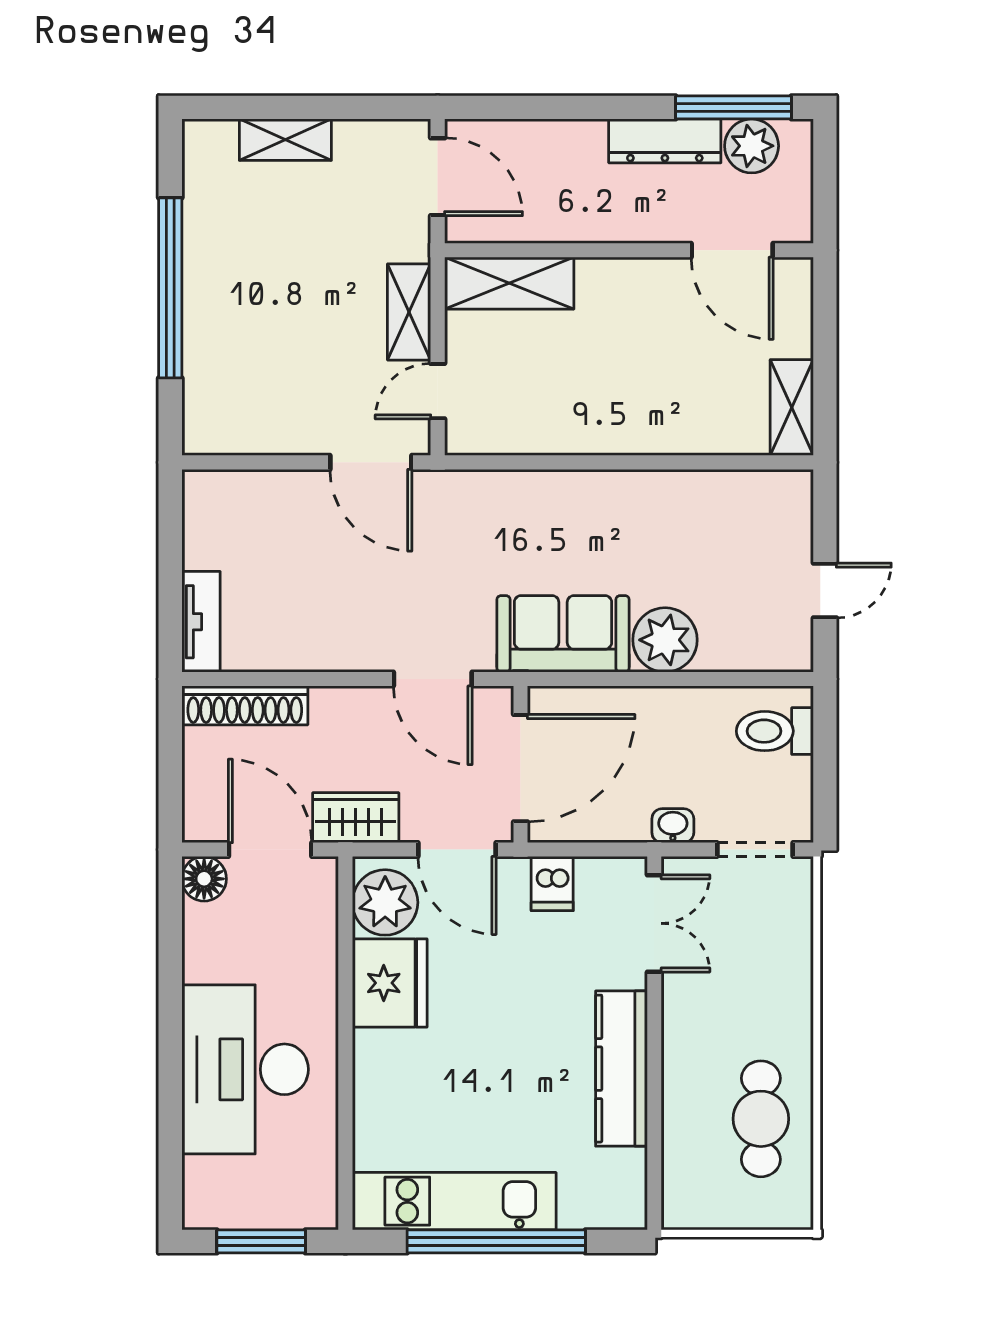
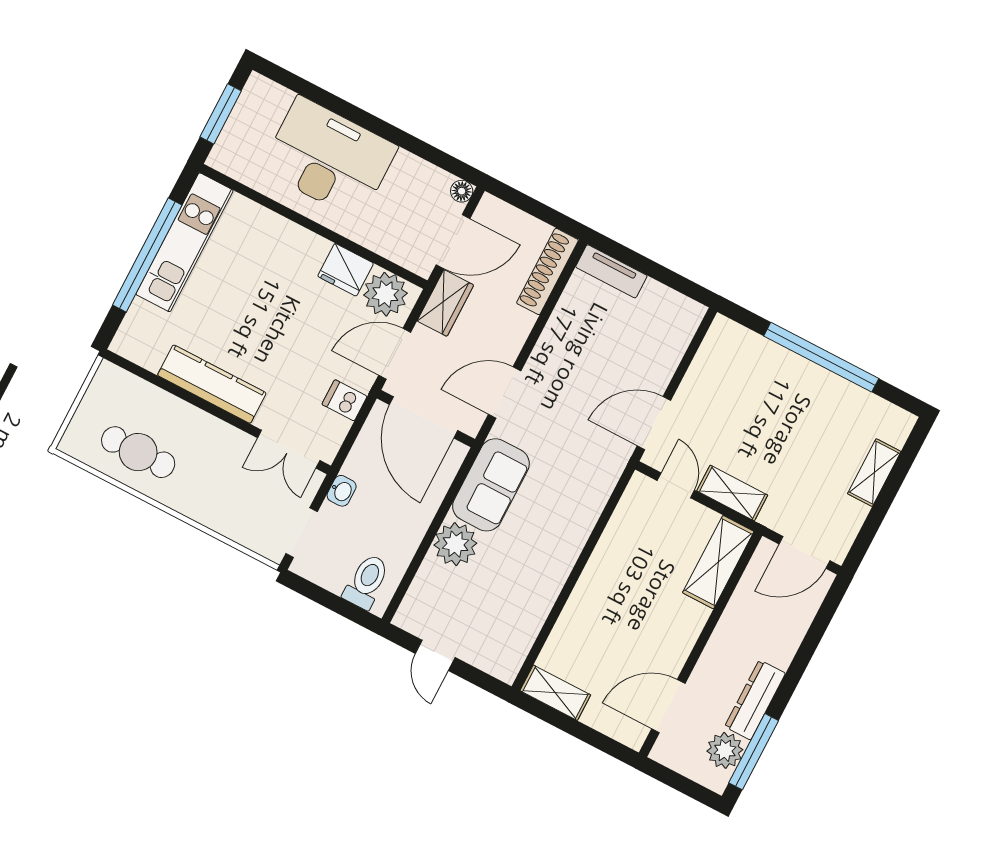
floor lamp: (204, 879) -> (462, 191), width x0.73, depth x0.73
fridge: (390, 983) -> (346, 270), width x0.73, depth x0.75

